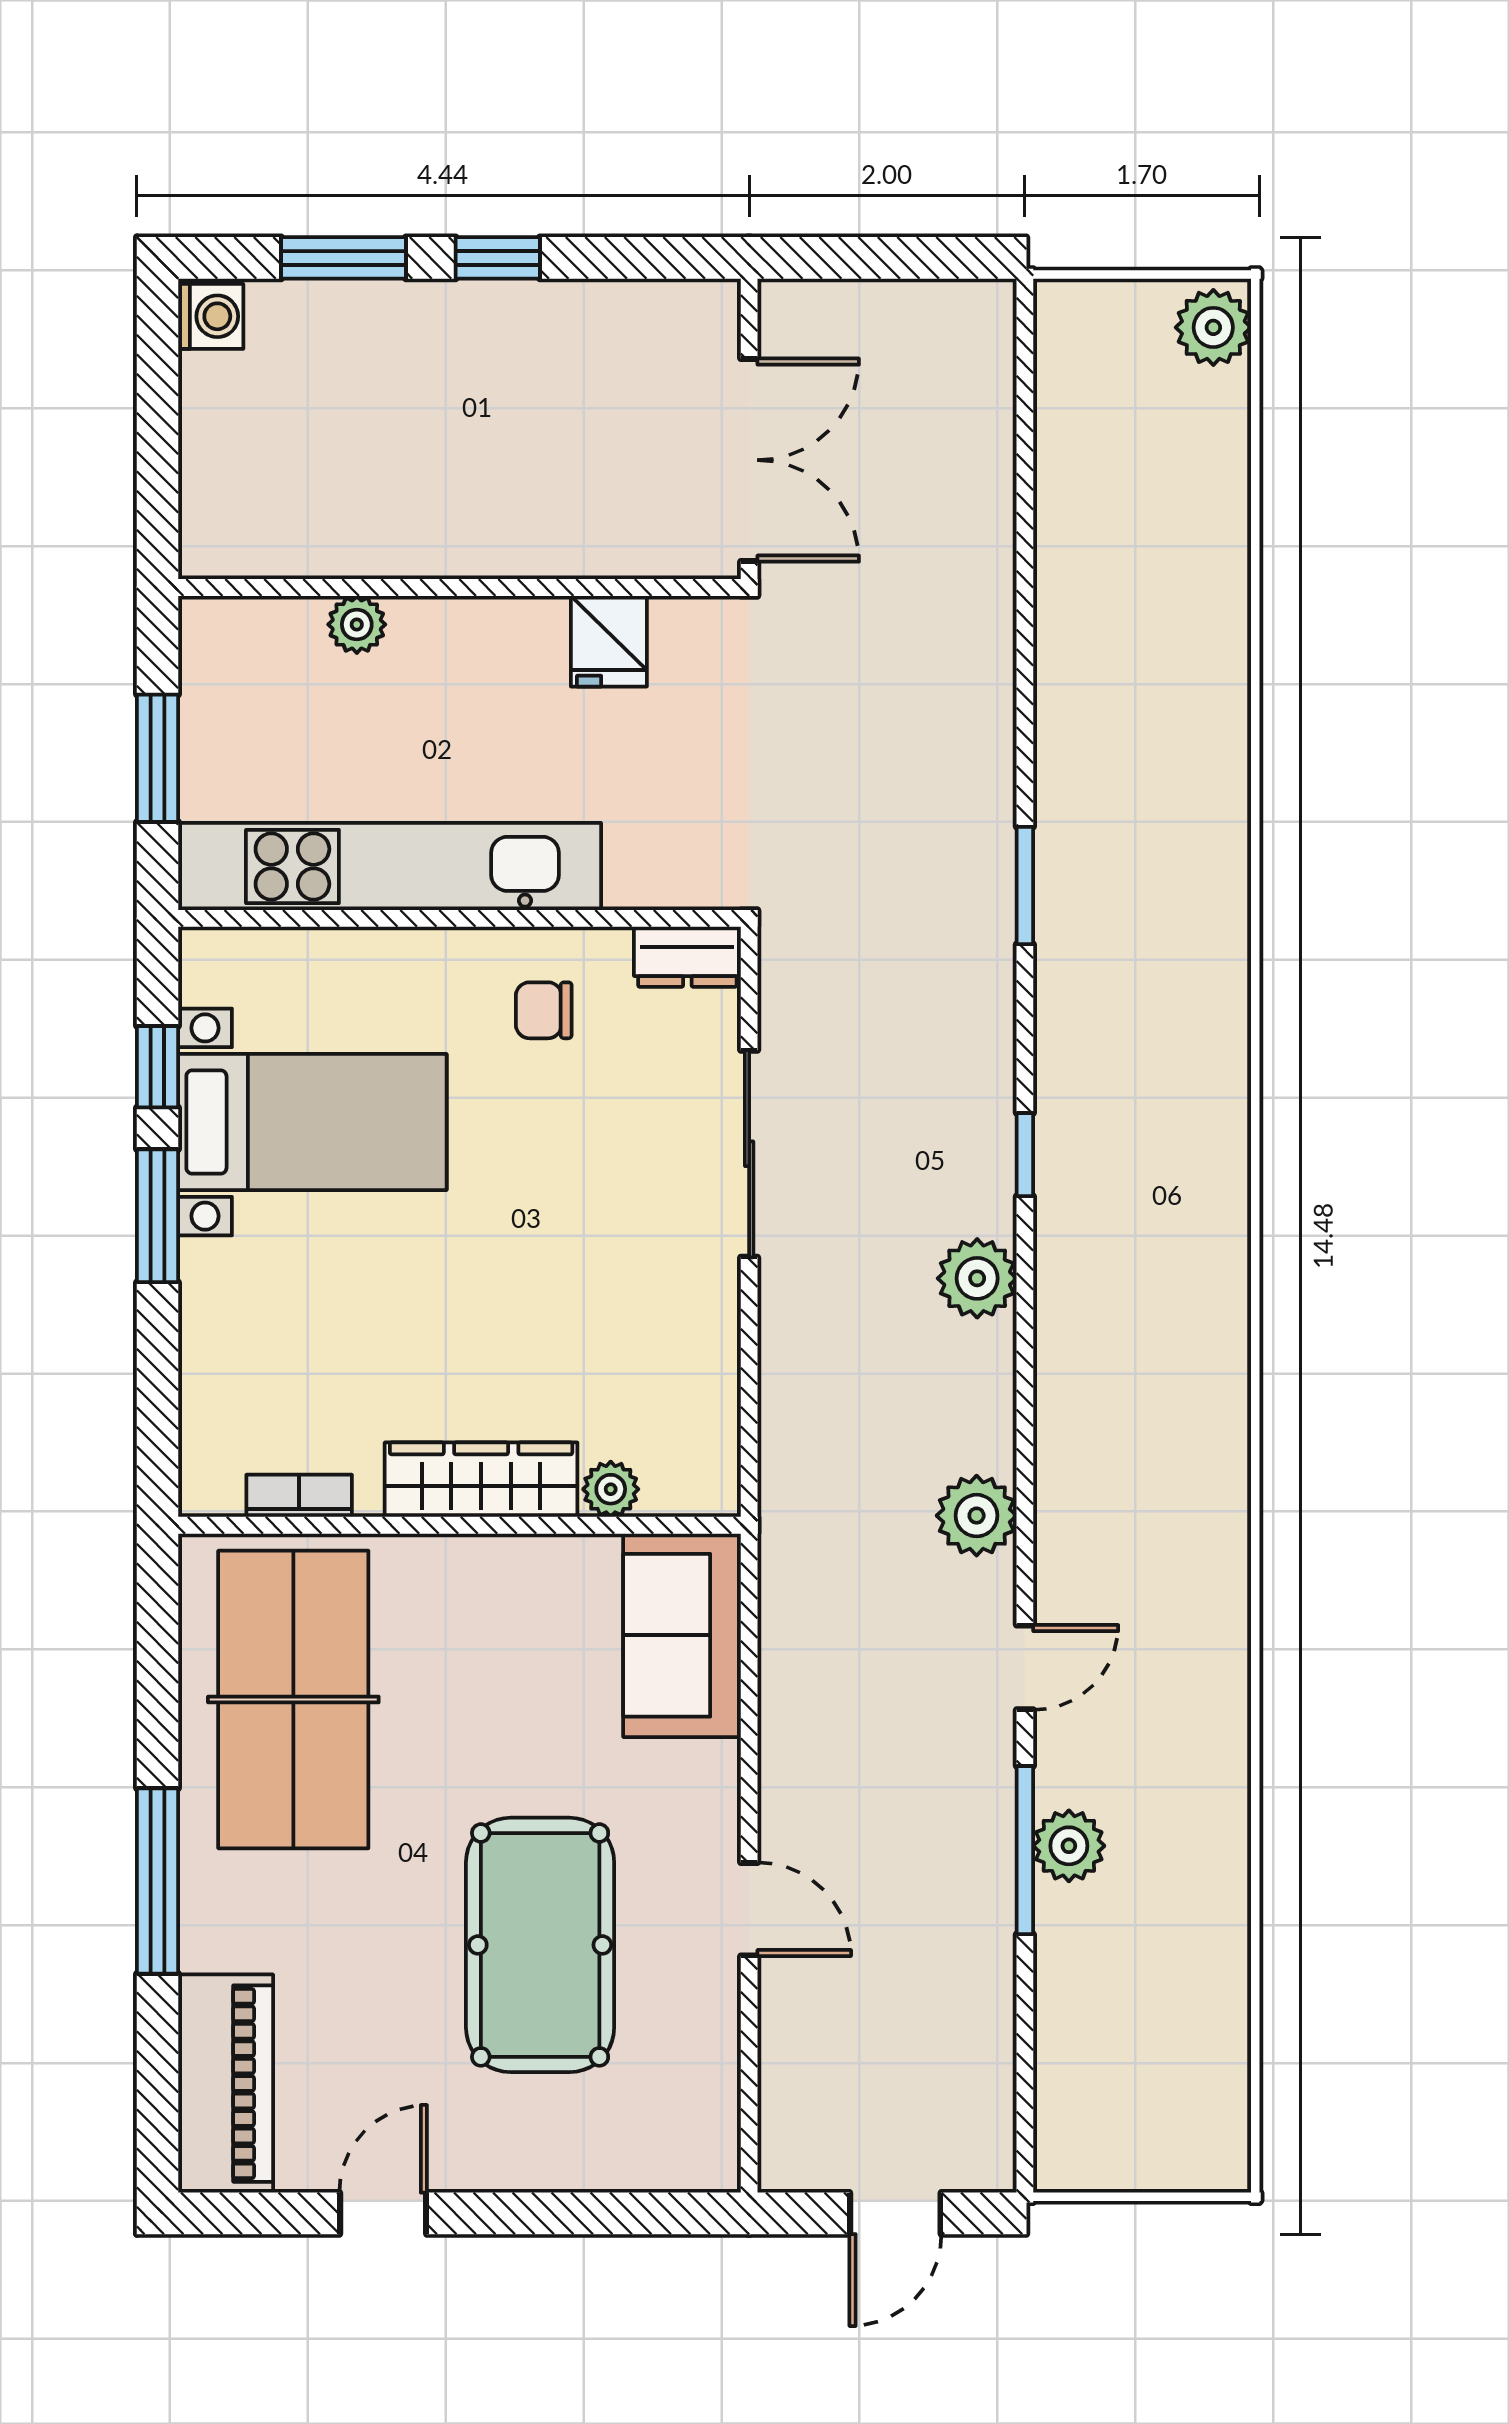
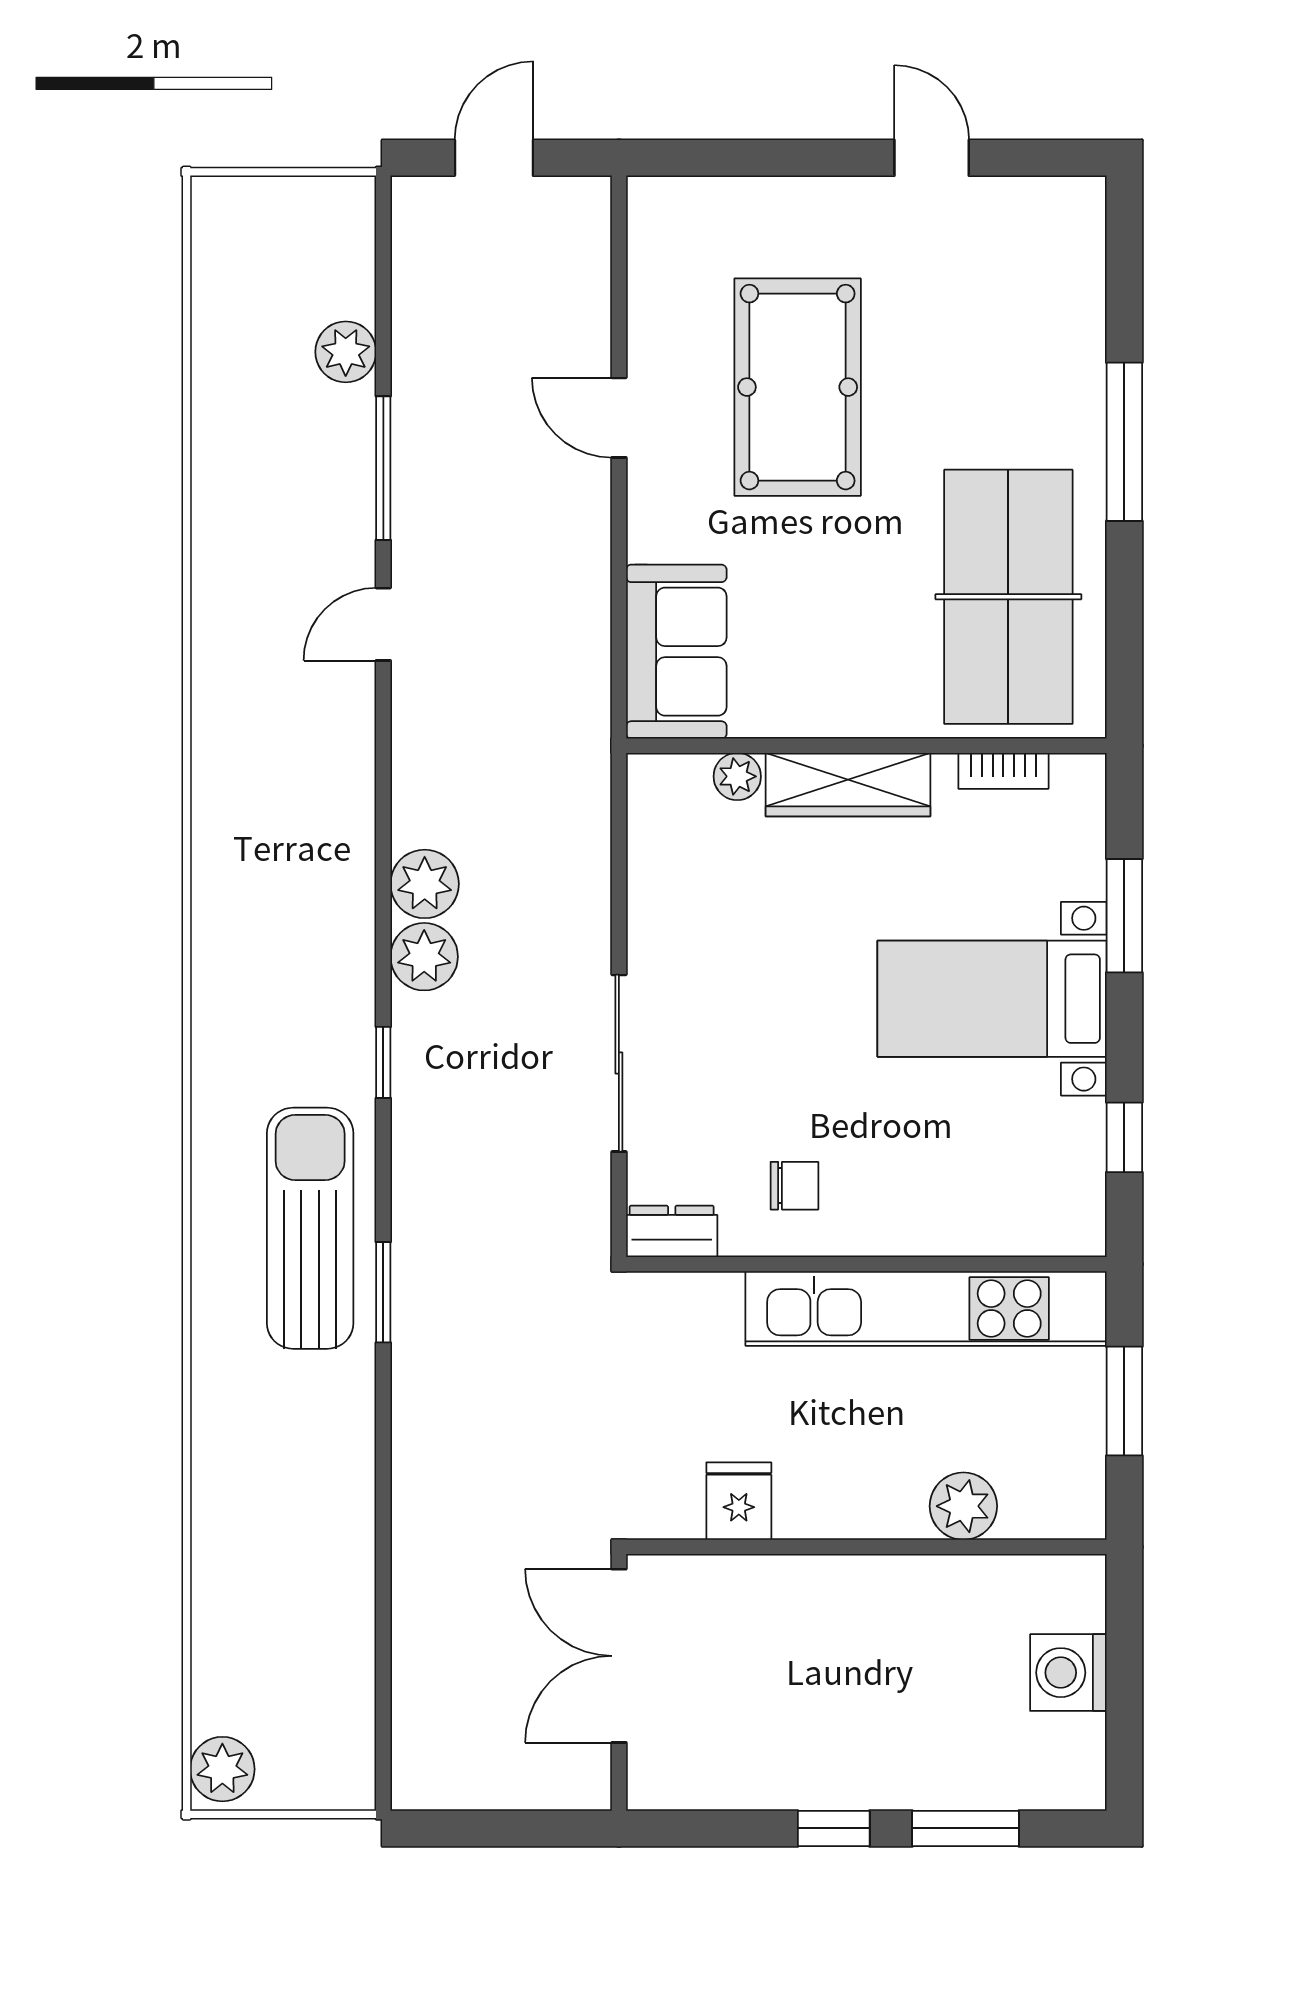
washing machine: (211, 316) -> (1068, 1673), moved, width x1.38, depth x1.38
plant: (357, 624) -> (963, 1506), width x1.38, depth x1.38
sun lounger: (1111, 960) -> (310, 1228), added
bed with nightstands: (312, 1122) -> (992, 999), moved
window: (158, 1216) -> (1124, 916), moved
plant: (977, 1516) -> (425, 884), moved
plant: (1069, 1846) -> (346, 352), moved
piano: (226, 2084) -> (1066, 269), removed
door: (383, 2213) -> (932, 158), swing flipped

